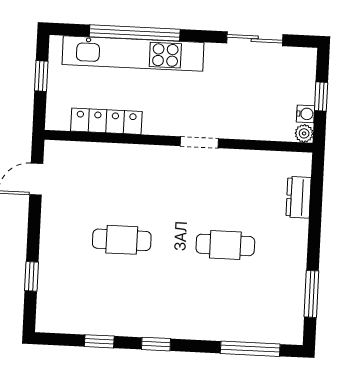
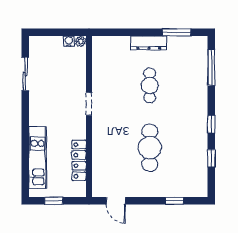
window: (135, 33) -> (25, 146), removed
kitchen unit: (133, 53) -> (38, 158), width x0.73
window: (321, 97) -> (58, 32), removed
dresser: (298, 197) -> (149, 43), moved, width x1.44
cafe table: (122, 240) -> (150, 148), width x1.37, depth x1.35

